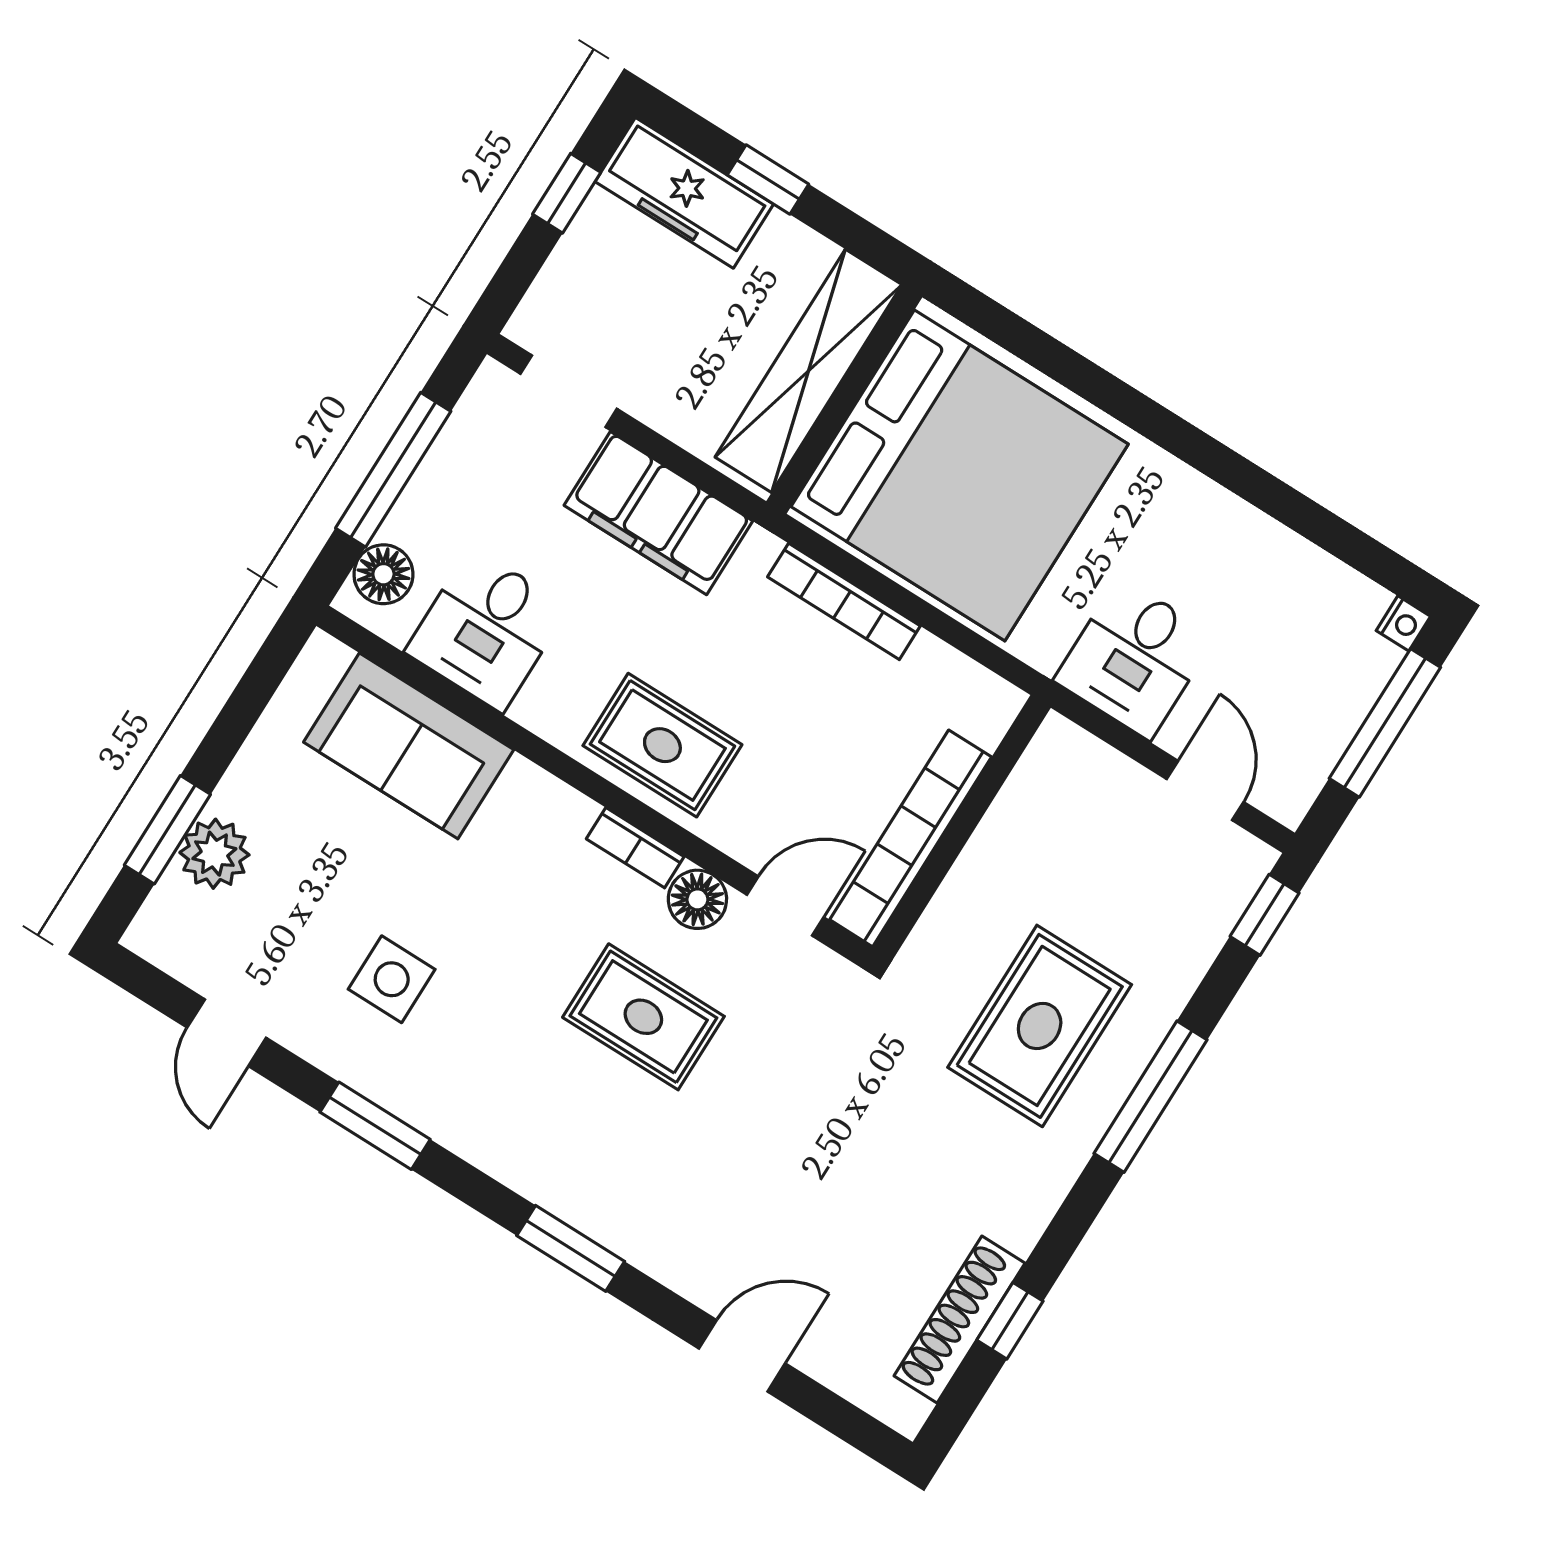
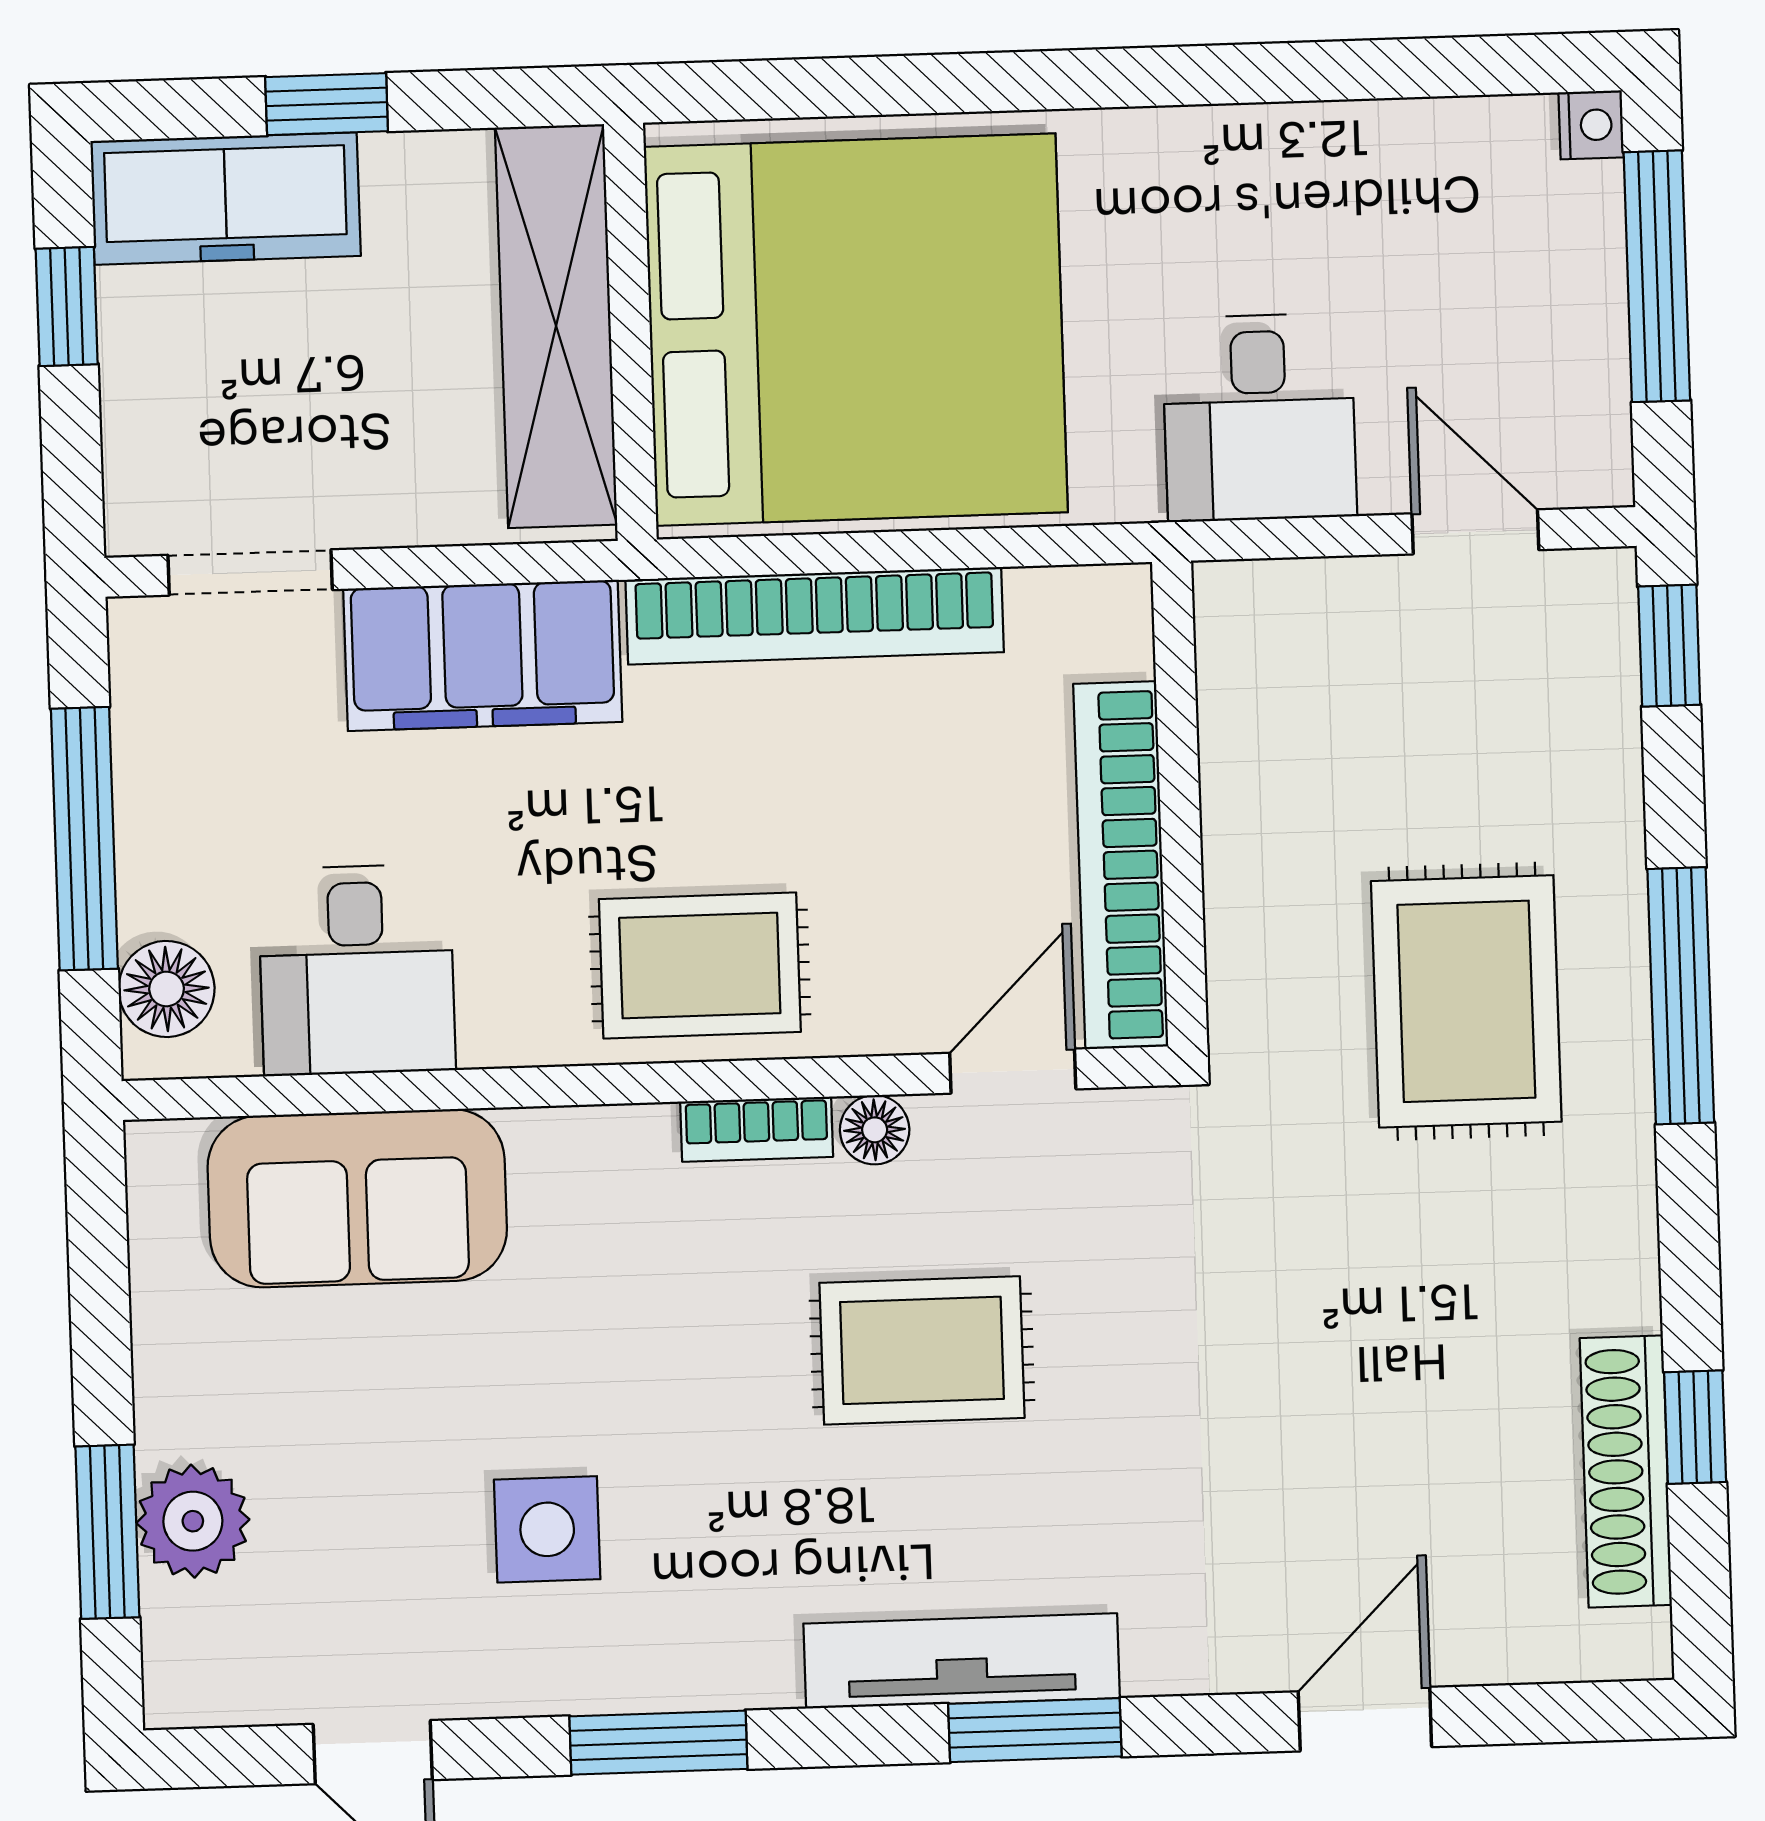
bookcase: (844, 601) -> (815, 616), width x1.48, depth x1.31
floor lamp: (697, 899) -> (875, 1130), width x0.73, depth x0.73
tv unit: (557, 1188) -> (962, 1661), added

